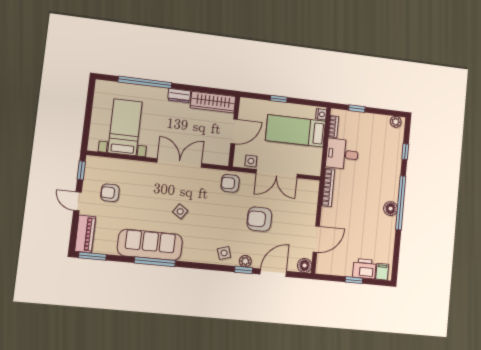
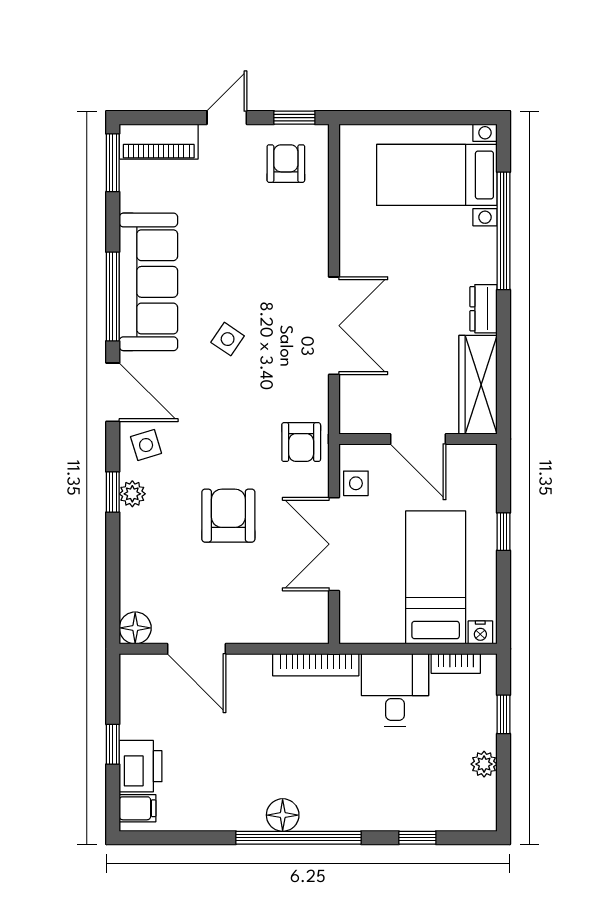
plant: (396, 122) -> (484, 764), moved
bed with nightstands: (125, 127) -> (437, 175), moved, turned 180
armchair: (230, 183) -> (301, 442), turned 180
armchair: (110, 193) -> (286, 164), moved
door: (273, 273) -> (113, 392), moved

